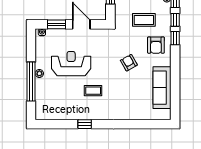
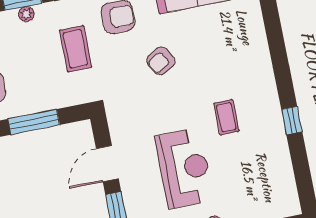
reception desk: (71, 64) -> (184, 168), turned 180

